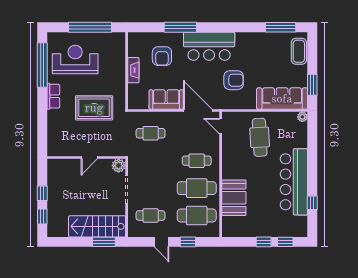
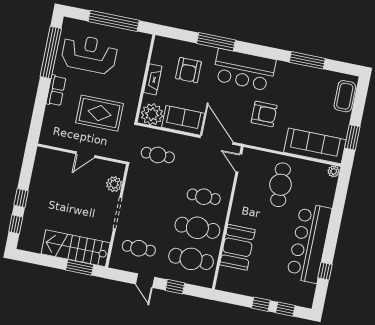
window: (281, 27) -> (307, 60), moved
plant: (139, 100) -> (152, 114), added
wall: (86, 158) -> (82, 154), moved
door: (89, 158) -> (85, 155), moved

